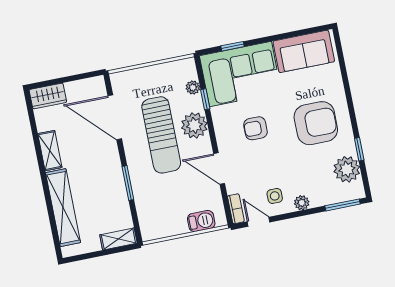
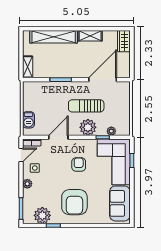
sun lounger: (161, 135) -> (86, 106), width x0.73, depth x0.75

